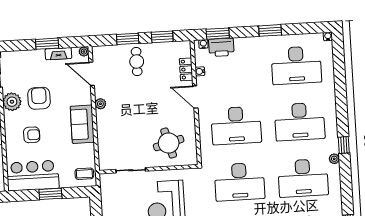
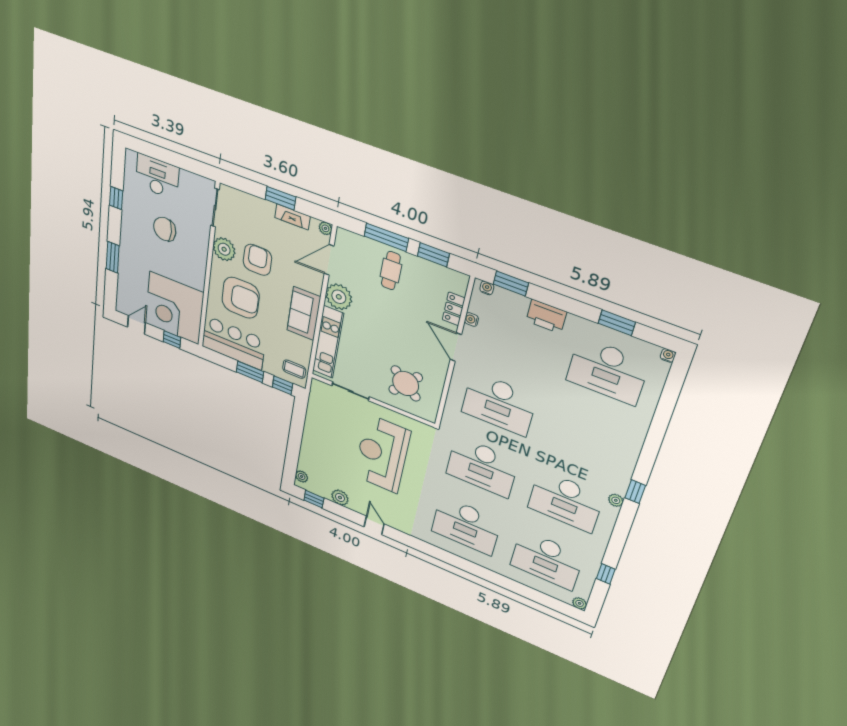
window: (270, 30) -> (617, 323), moved
window: (128, 39) -> (386, 237), width x1.44
printer: (221, 47) -> (546, 316), moved
door: (92, 74) -> (329, 260), hinge flipped
plant: (100, 104) -> (339, 297), width x1.87, depth x1.87
desk: (300, 122) -> (586, 438), removed
armchair: (32, 135) -> (241, 298), width x1.88, depth x1.88
kitchen unit: (105, 138) -> (328, 342), added
round table: (169, 143) -> (406, 384), turned -35
window: (78, 192) -> (282, 385), added

